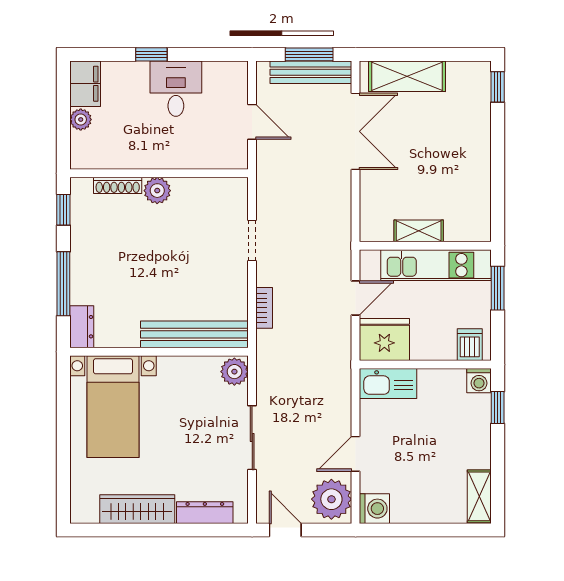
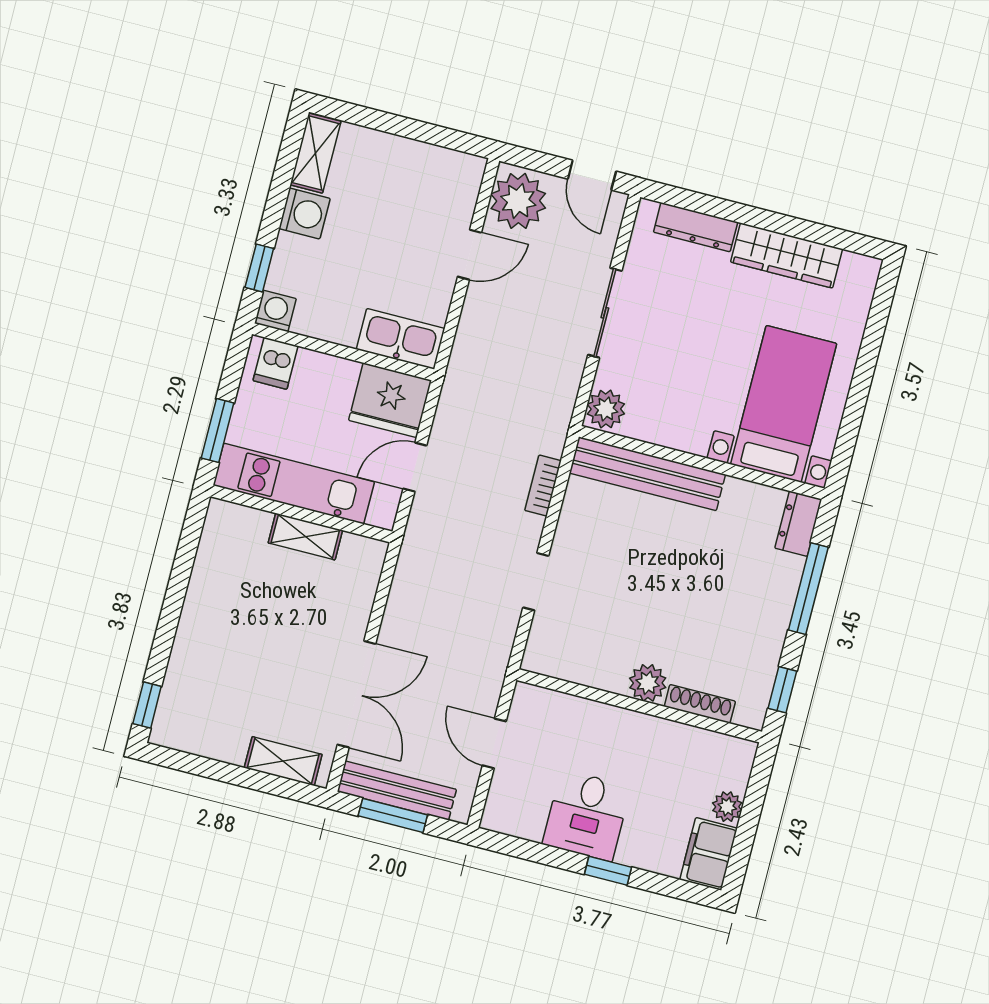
shelving: (407, 76) -> (283, 761), width x0.67, depth x0.75
double door: (356, 131) -> (357, 694), swing flipped
washing machine: (374, 509) -> (304, 213), moved, turned 180

